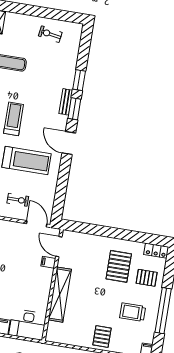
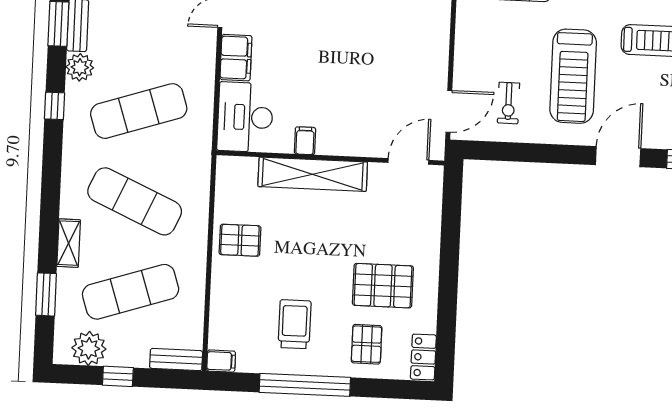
exercise bike: (18, 200) -> (509, 103), moved
filing cabinet: (48, 262) -> (305, 141), moved
pallet: (102, 336) -> (240, 240), moved

